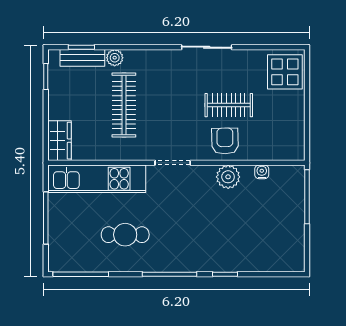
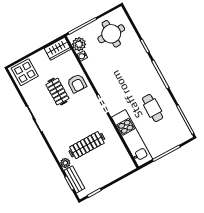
wardrobe: (59, 141) -> (58, 49), moved, turned 180
armchair: (225, 141) -> (77, 83), turned -88
plant: (228, 177) -> (79, 44), moved
round table: (271, 234) -> (111, 34), added

